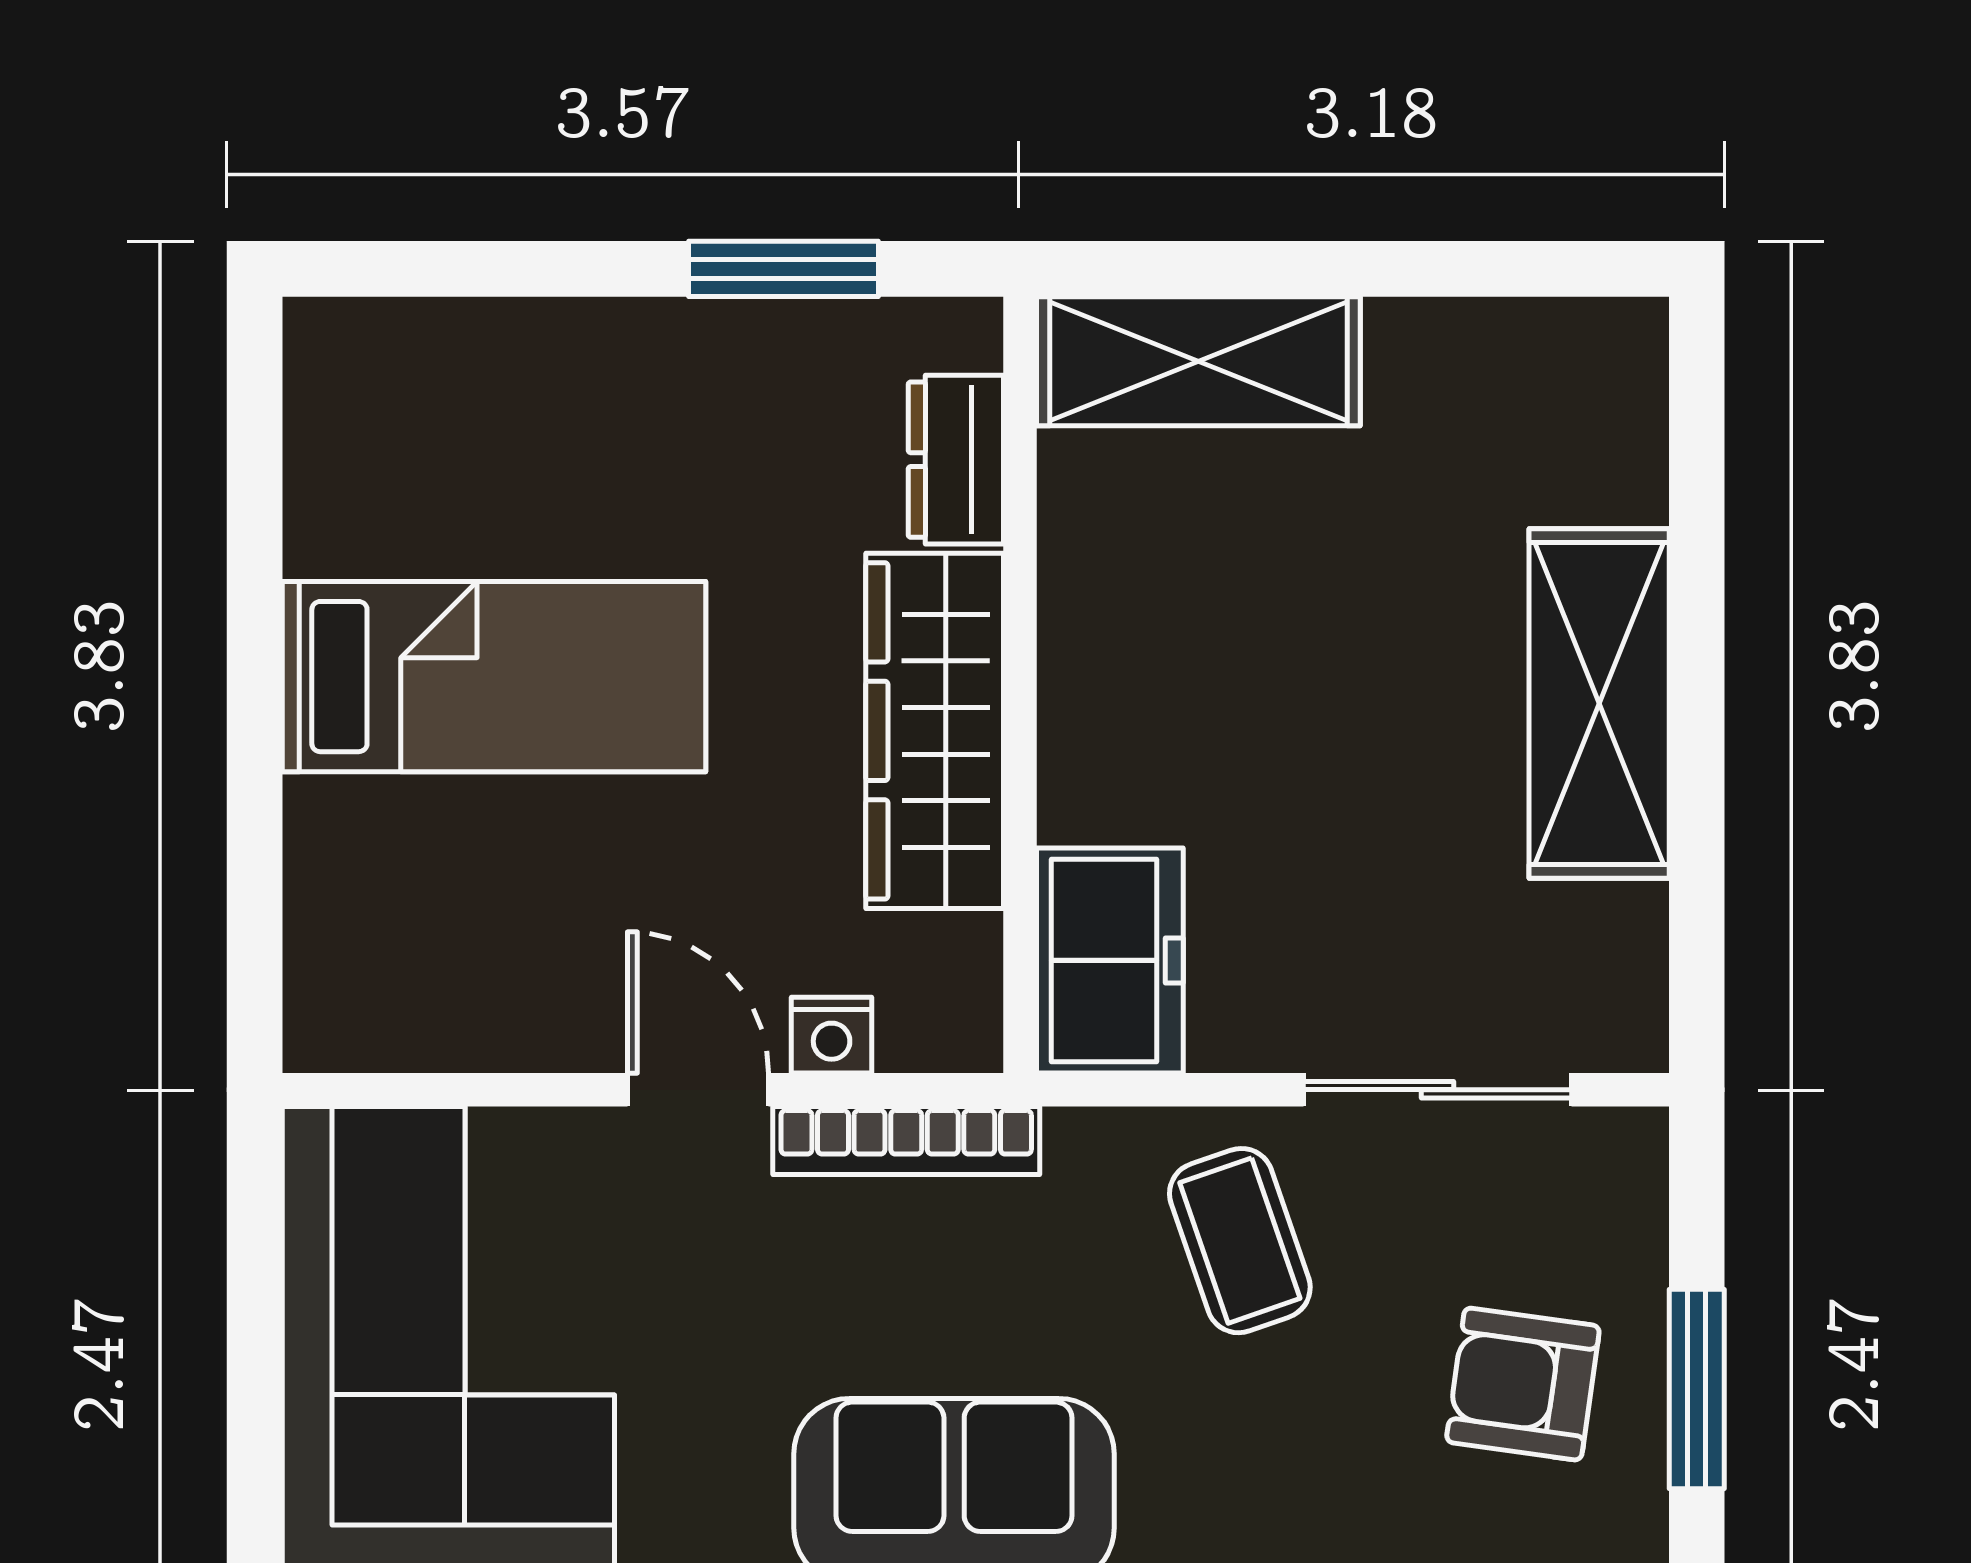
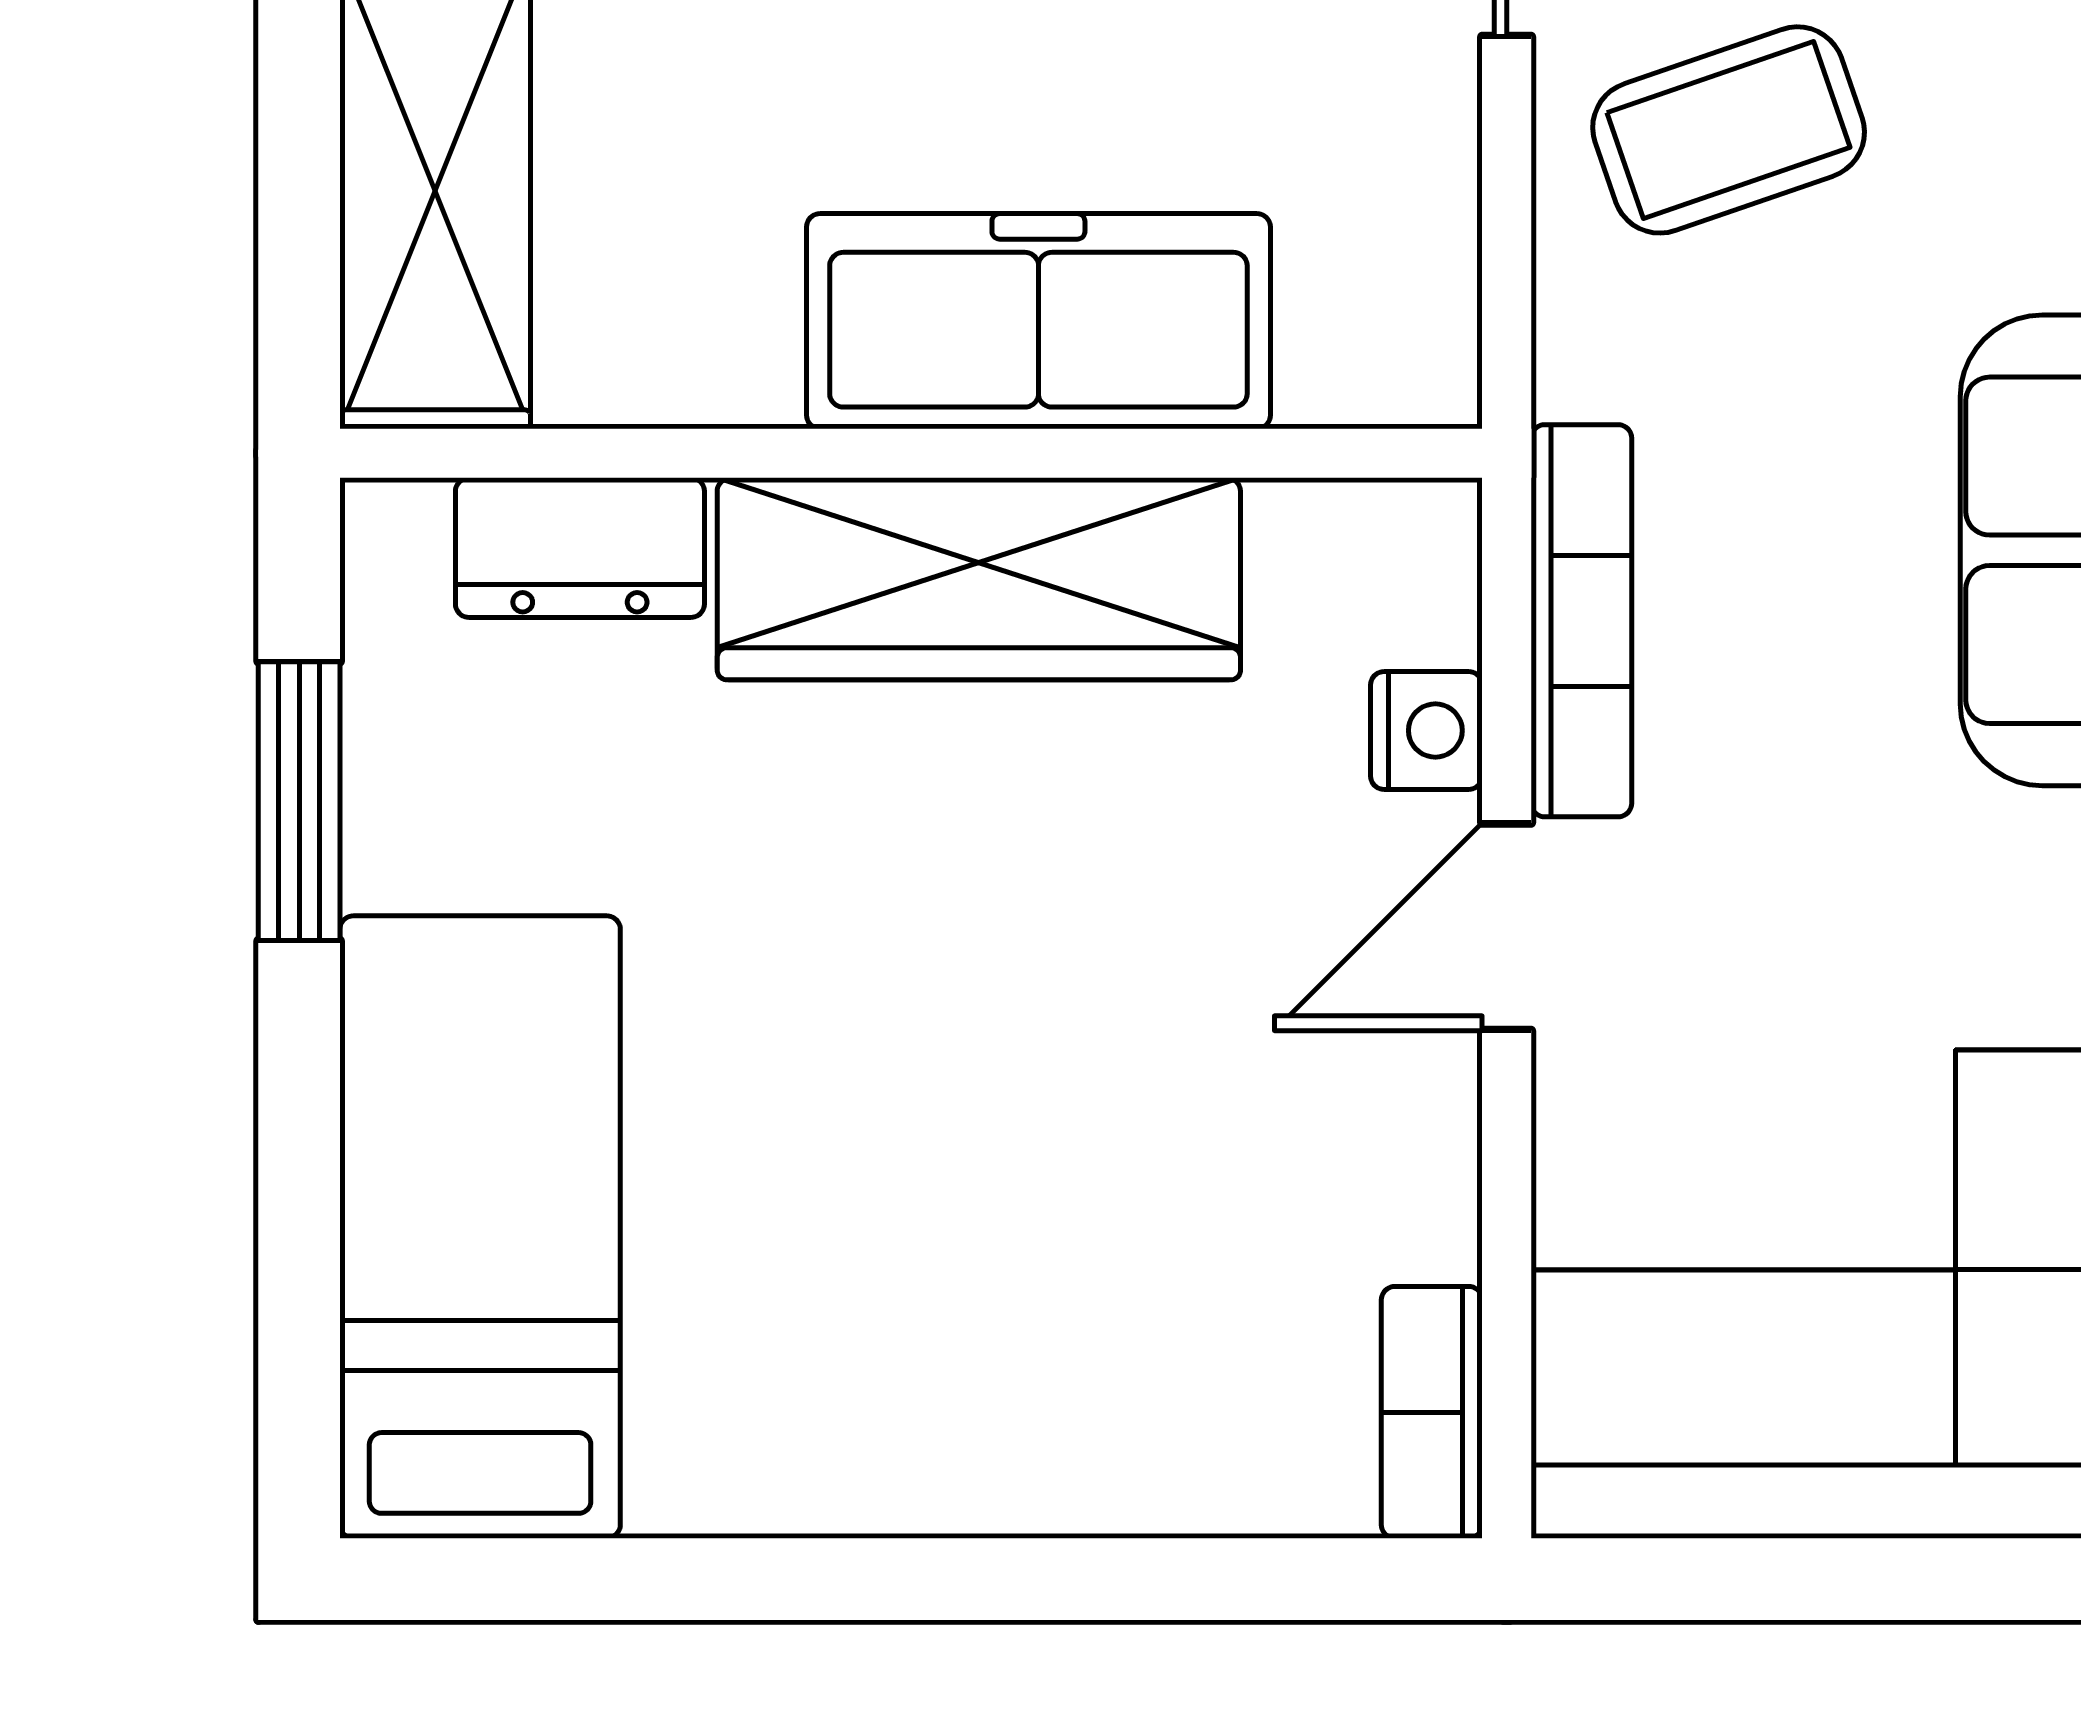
bed: (494, 677) -> (480, 1227), moved
freezer: (1110, 960) -> (1038, 321), moved, width x1.40
bookcase: (368, 1039) -> (1432, 1412), added

